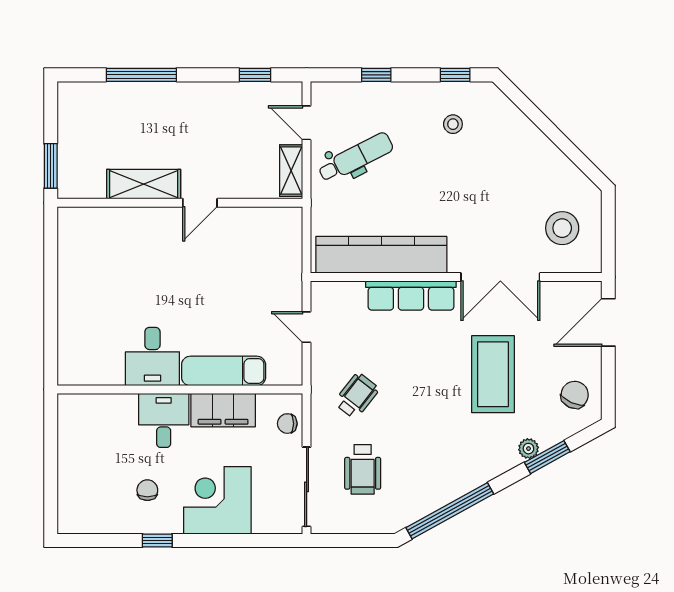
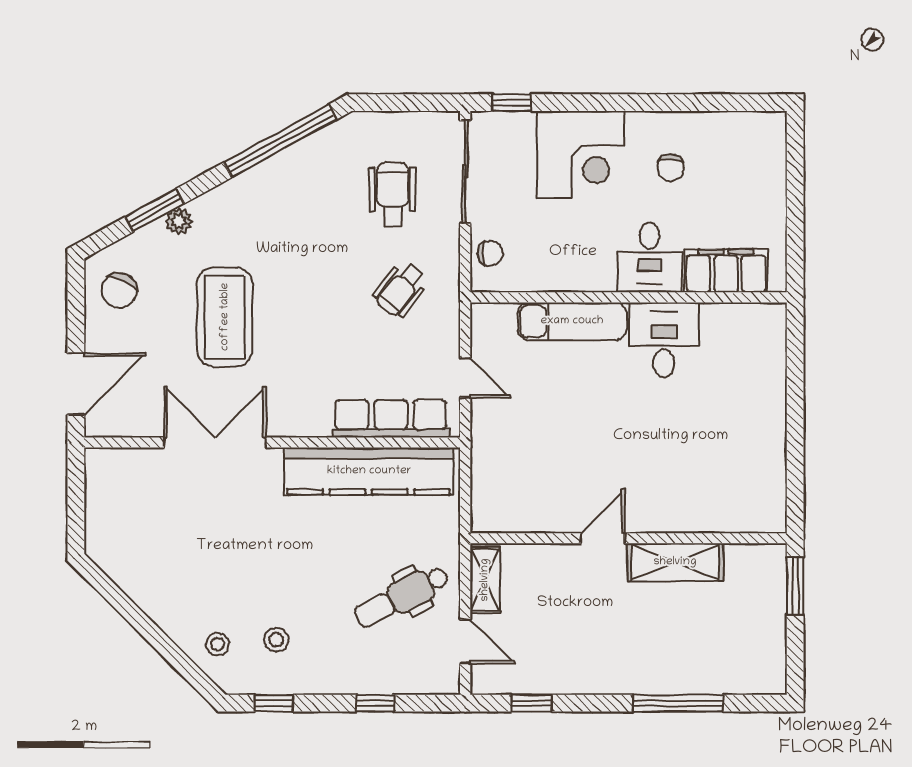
stool: (562, 228) -> (218, 644), moved, width x0.53, depth x0.53
row of seats: (411, 295) -> (391, 419), moved
filing cabinet: (223, 410) -> (726, 271), moved
window: (157, 540) -> (512, 103), moved

